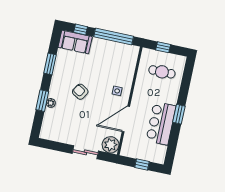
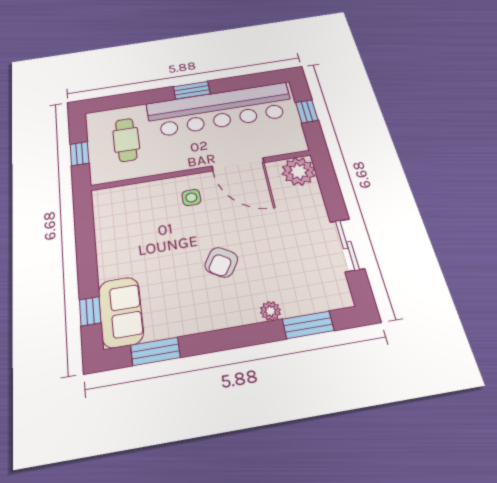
window: (114, 37) -> (85, 243), removed
window: (50, 64) -> (155, 351), moved
window: (42, 101) -> (308, 325), moved
bar counter: (161, 123) -> (220, 109), width x1.86
sliding door: (85, 152) -> (347, 245), moved

